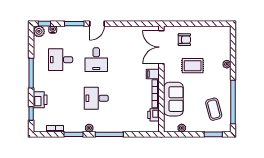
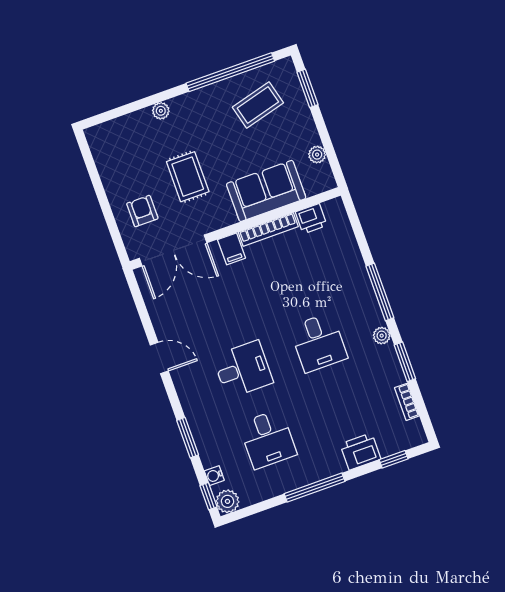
door: (97, 24) -> (159, 358), moved

